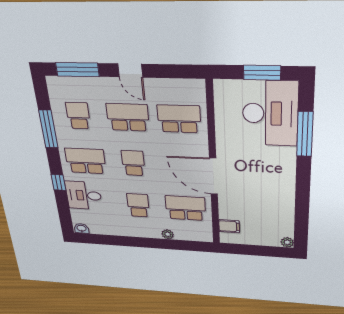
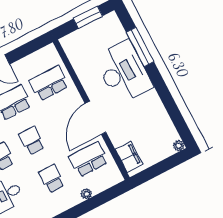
desk: (270, 114) -> (123, 72), moved
door: (213, 176) -> (96, 118), hinge flipped
filing cabinet: (229, 226) -> (129, 157), width x2.00

